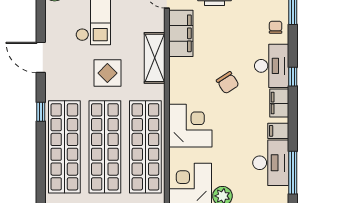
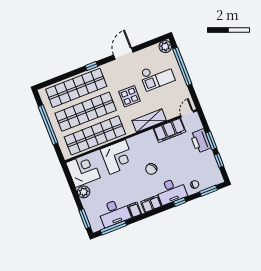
window: (293, 77) -> (180, 202), moved

